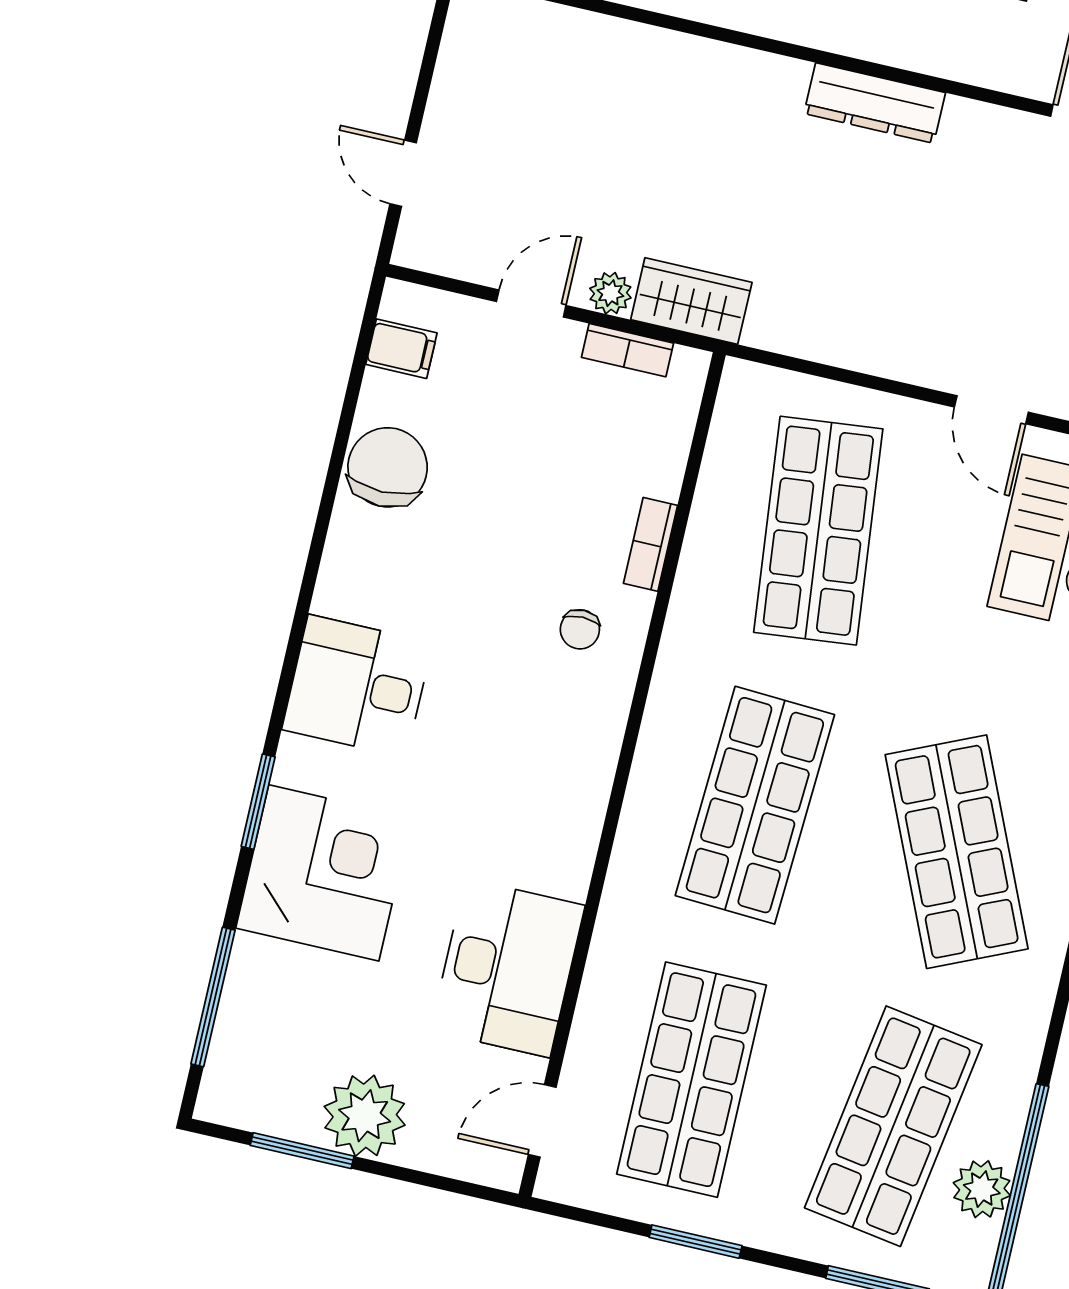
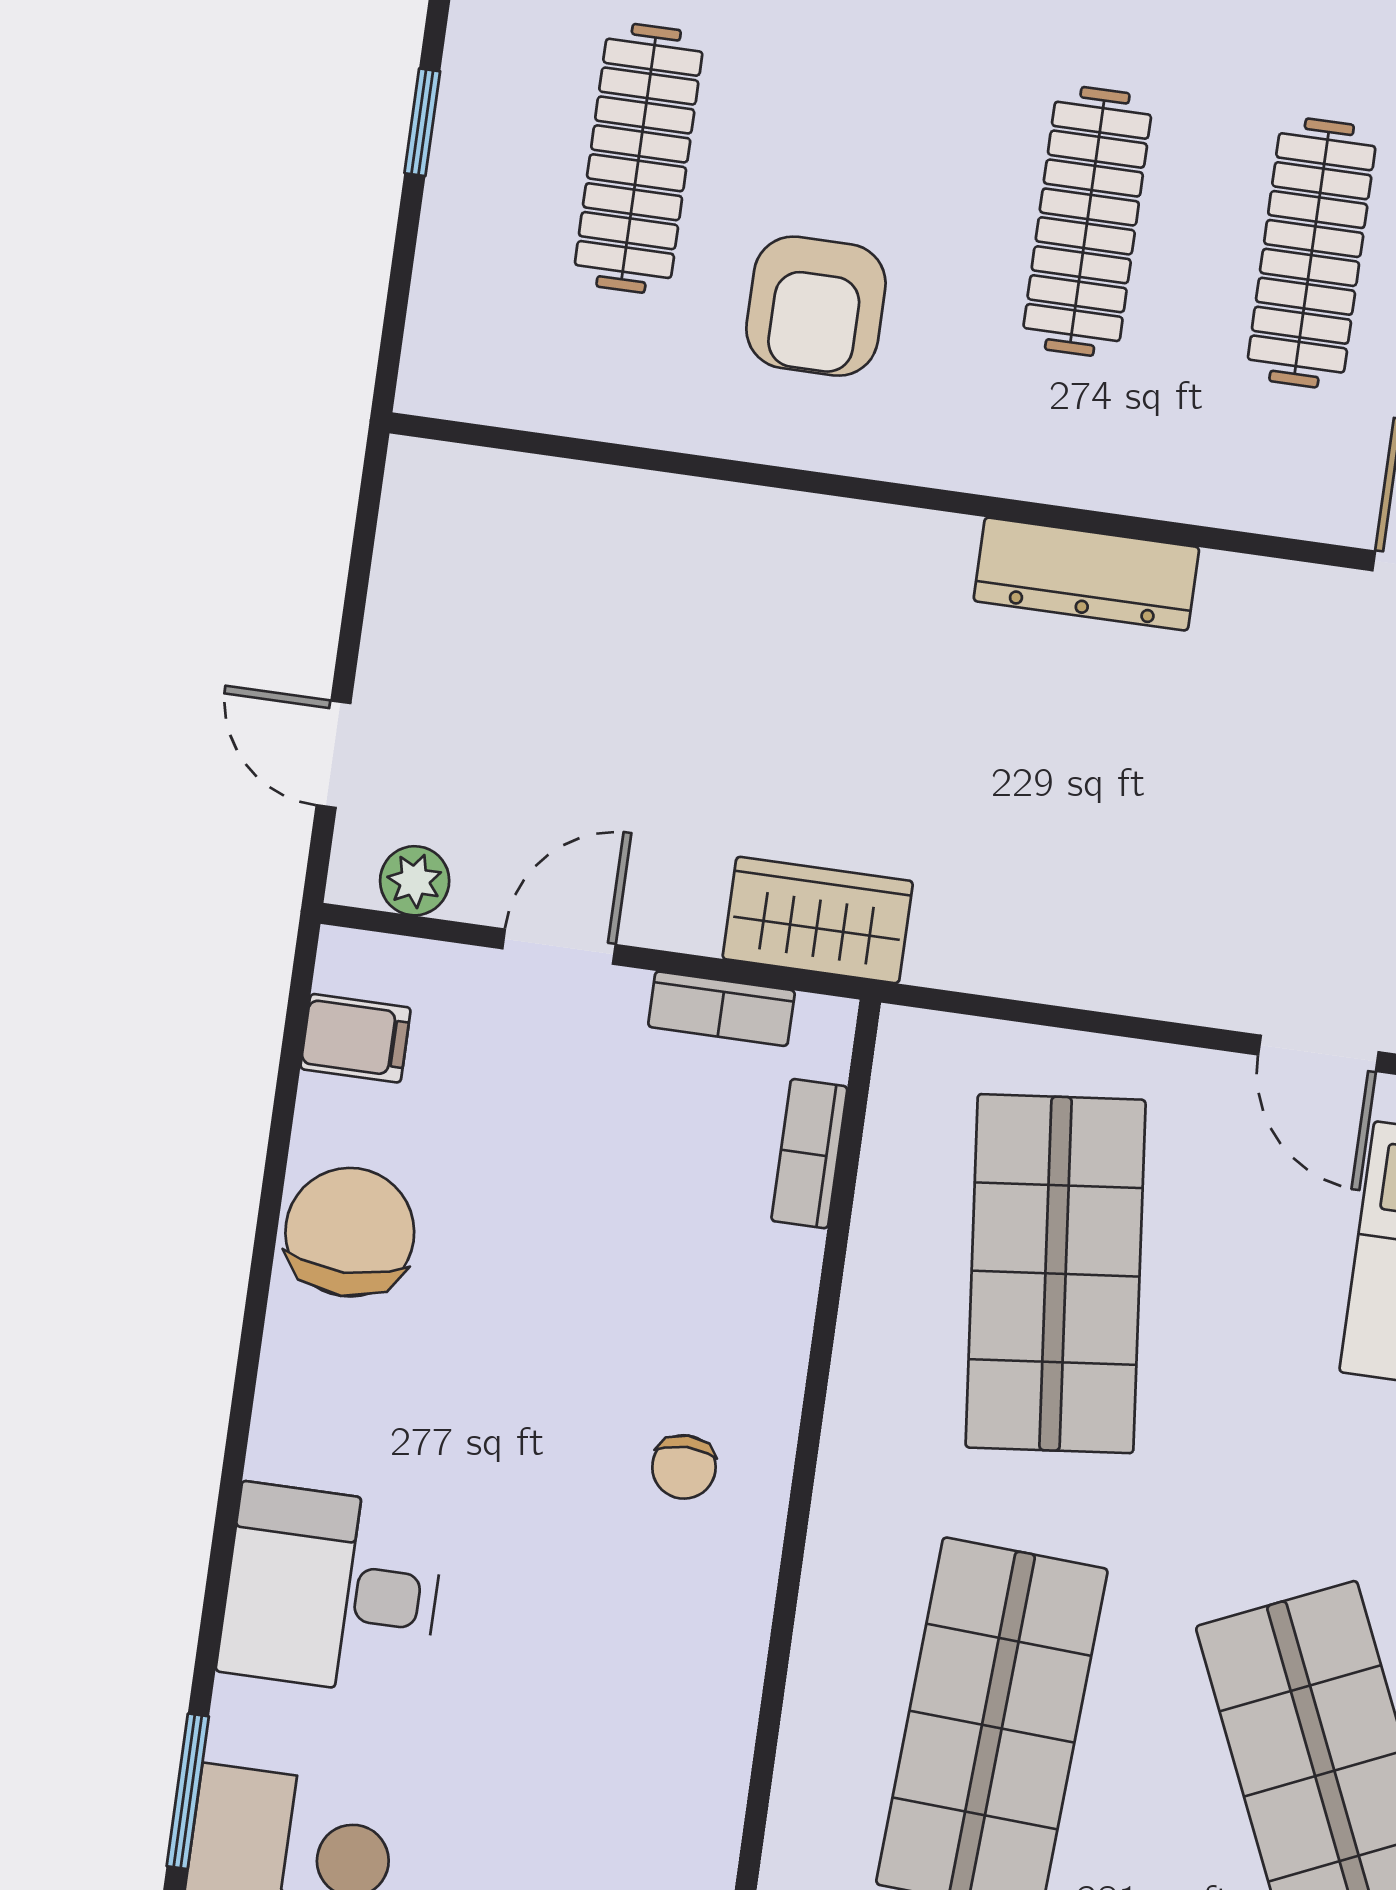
plant: (610, 293) -> (415, 881), moved
bookcase: (650, 544) -> (809, 1154), moved

